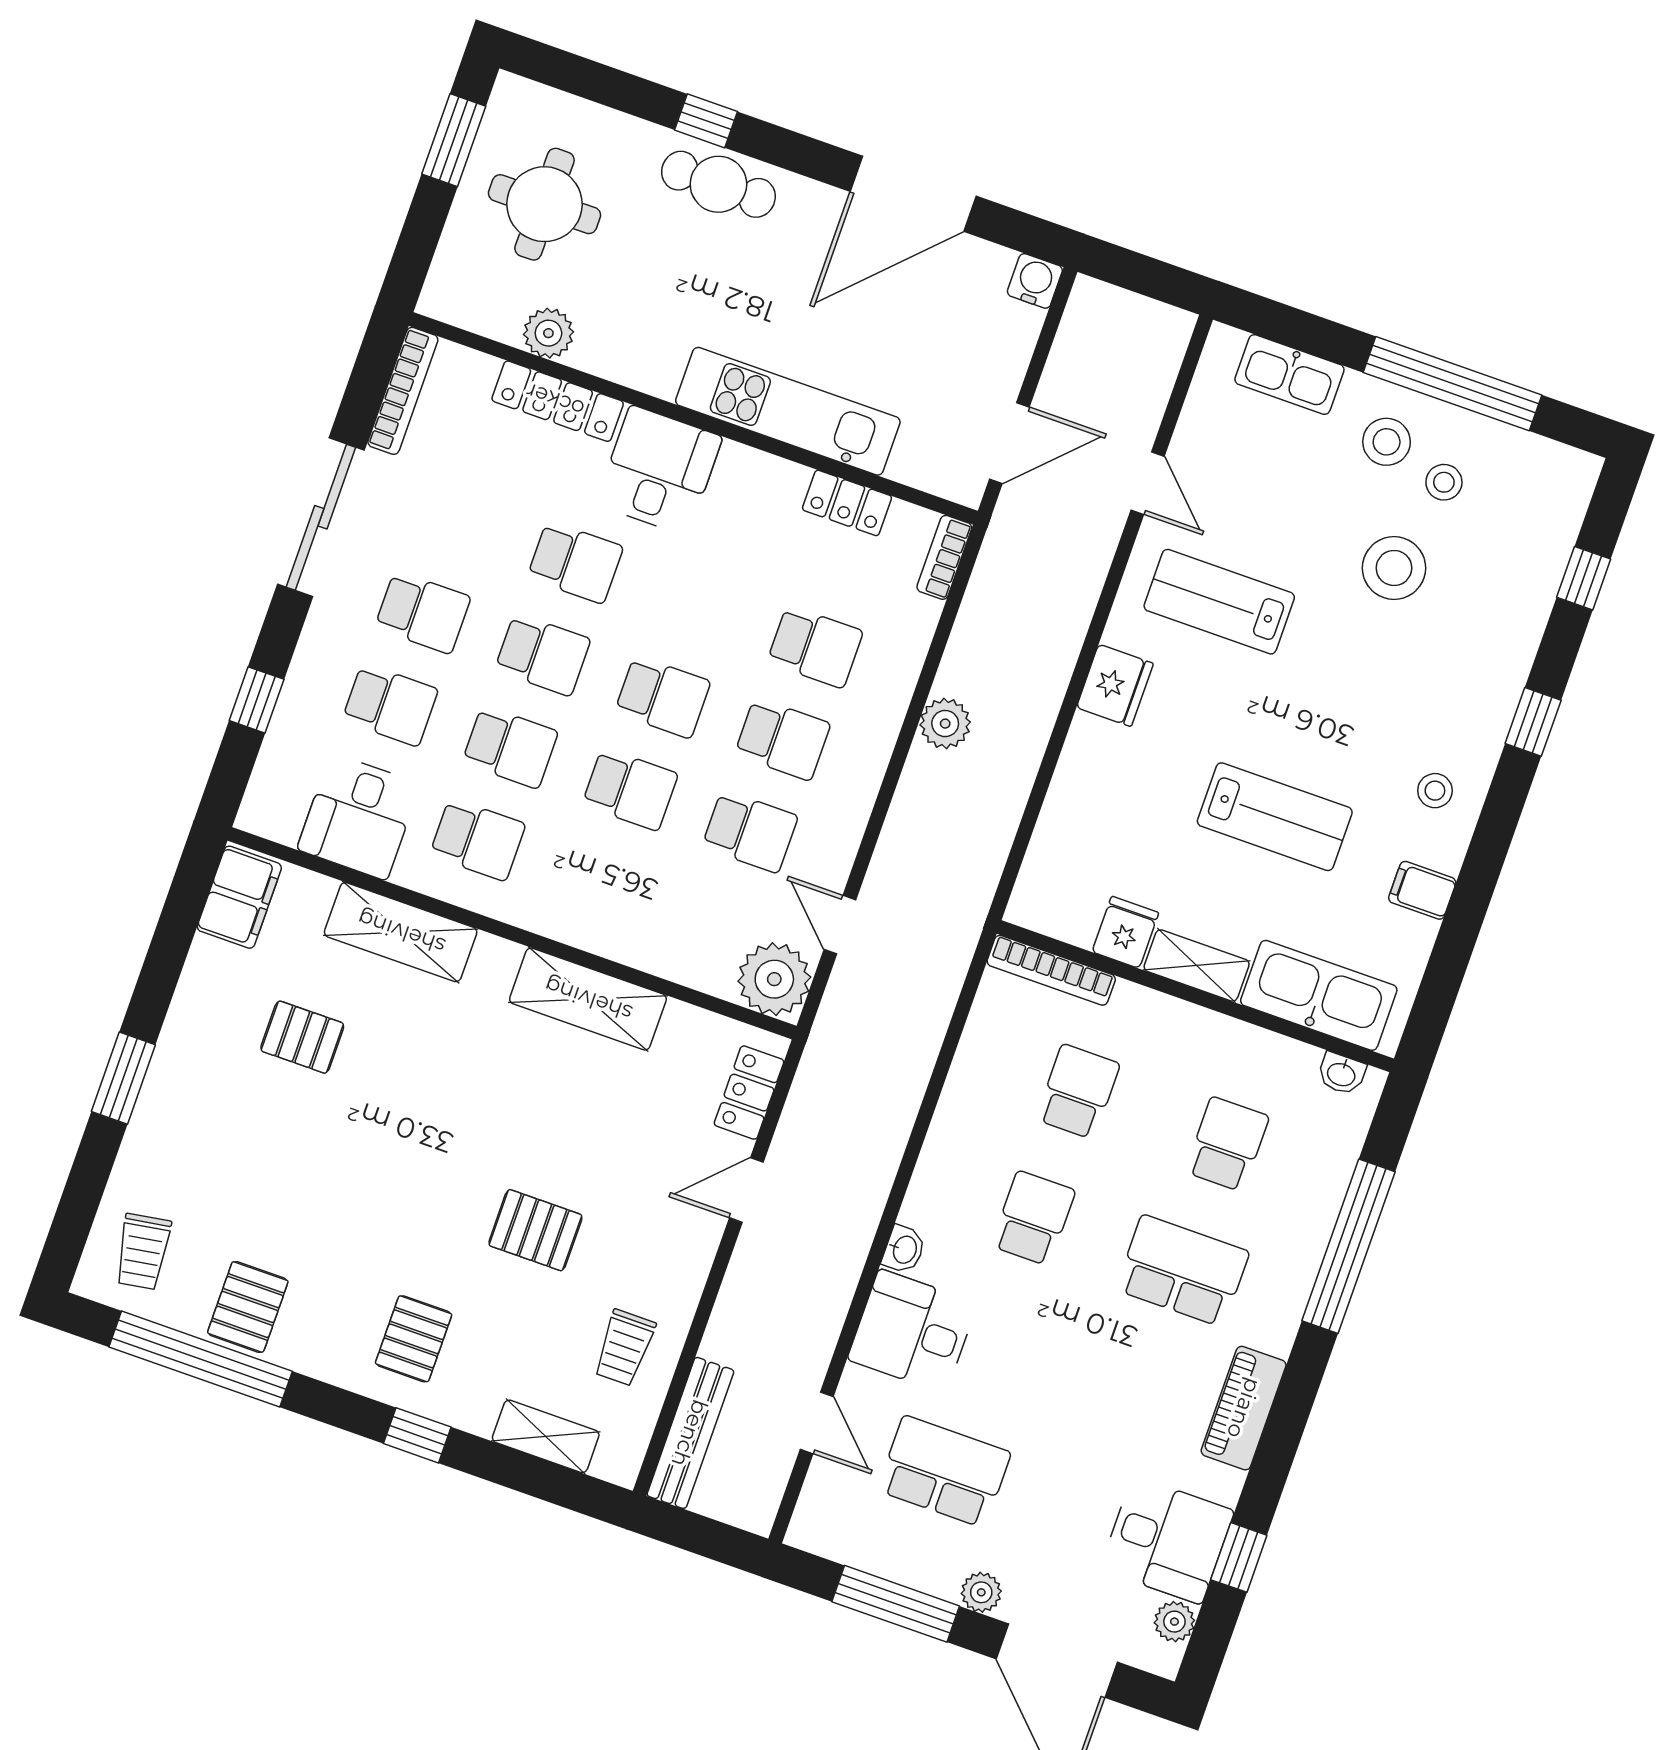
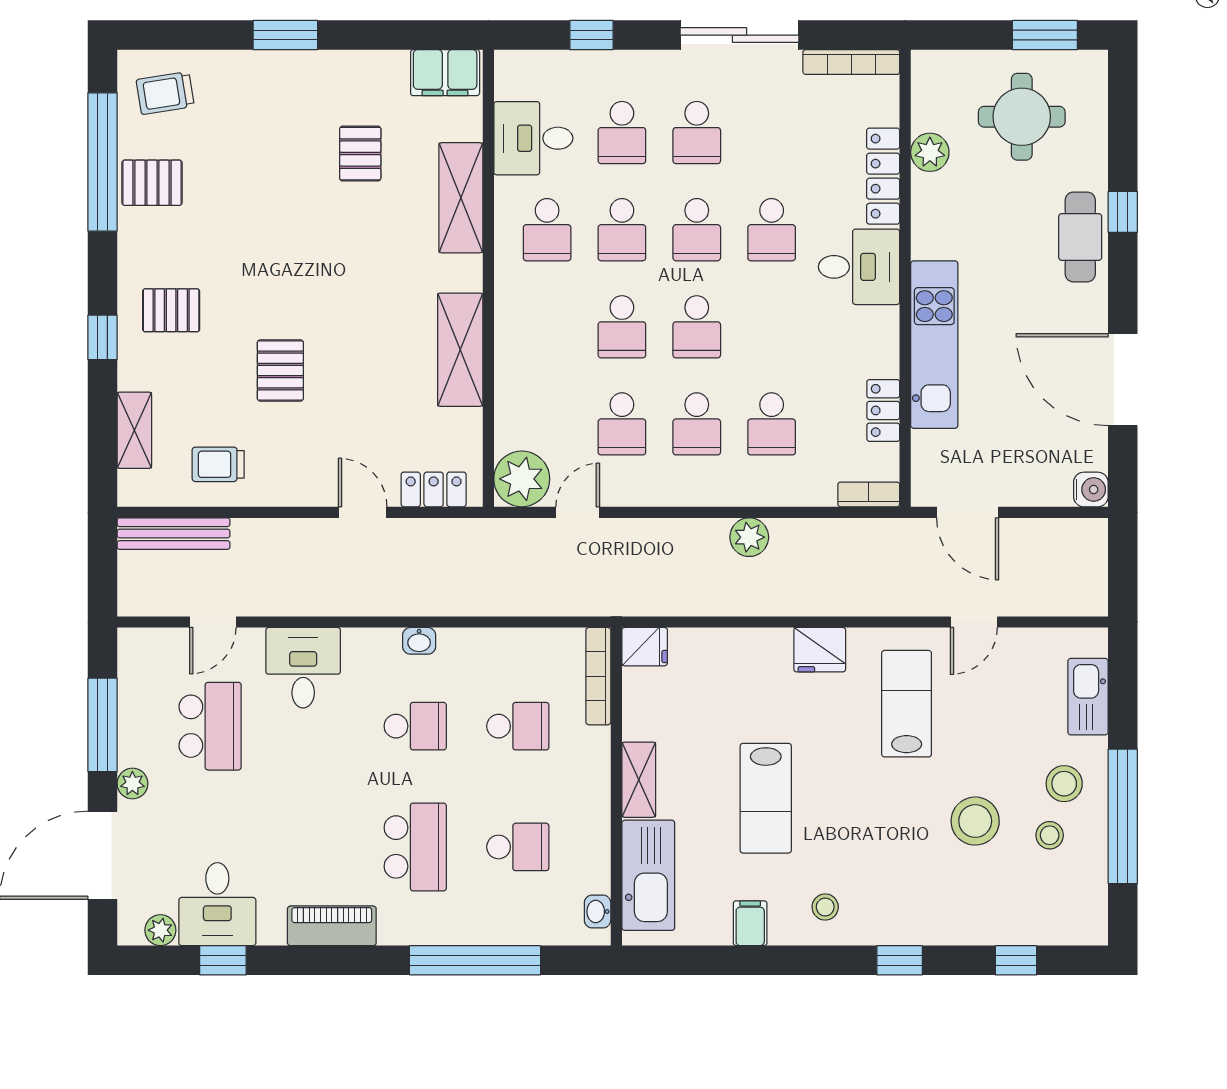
fridge: (1125, 932) -> (645, 647), moved
washbasin: (904, 1249) -> (419, 641), moved

